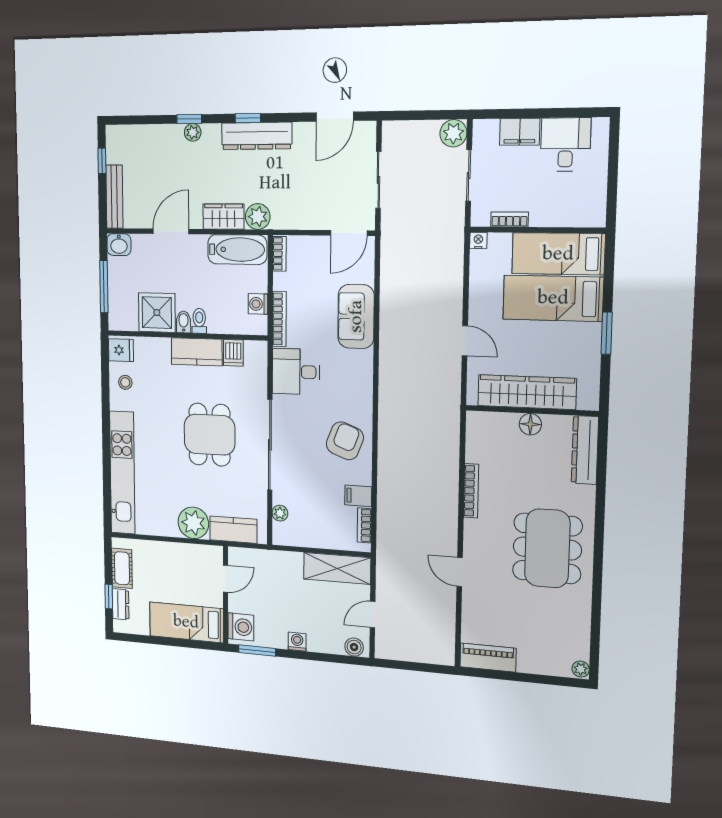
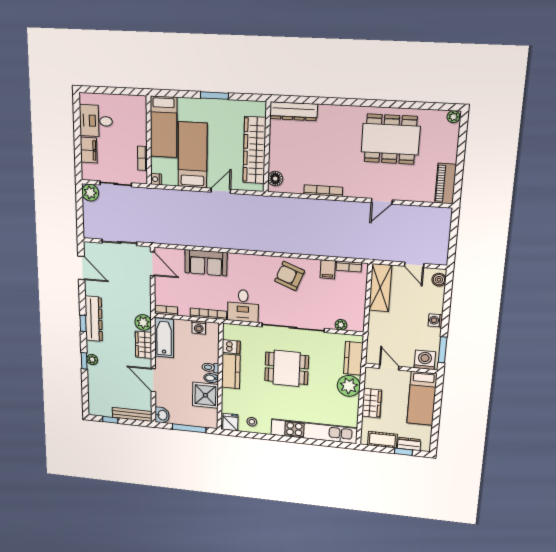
bed: (553, 298) -> (193, 155), moved, turned 180
floor lamp: (530, 424) -> (275, 179), moved
dining table: (547, 548) -> (391, 139), moved
wardrobe: (172, 554) -> (372, 403), added

